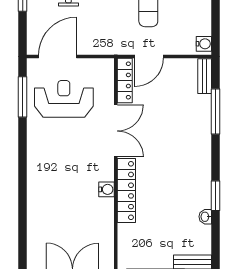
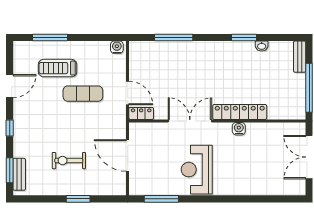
door: (58, 57) -> (128, 156), moved
bench: (205, 76) -> (144, 47), removed
locker: (125, 80) -> (141, 113), width x0.66
reception desk: (64, 99) -> (197, 170), moved

